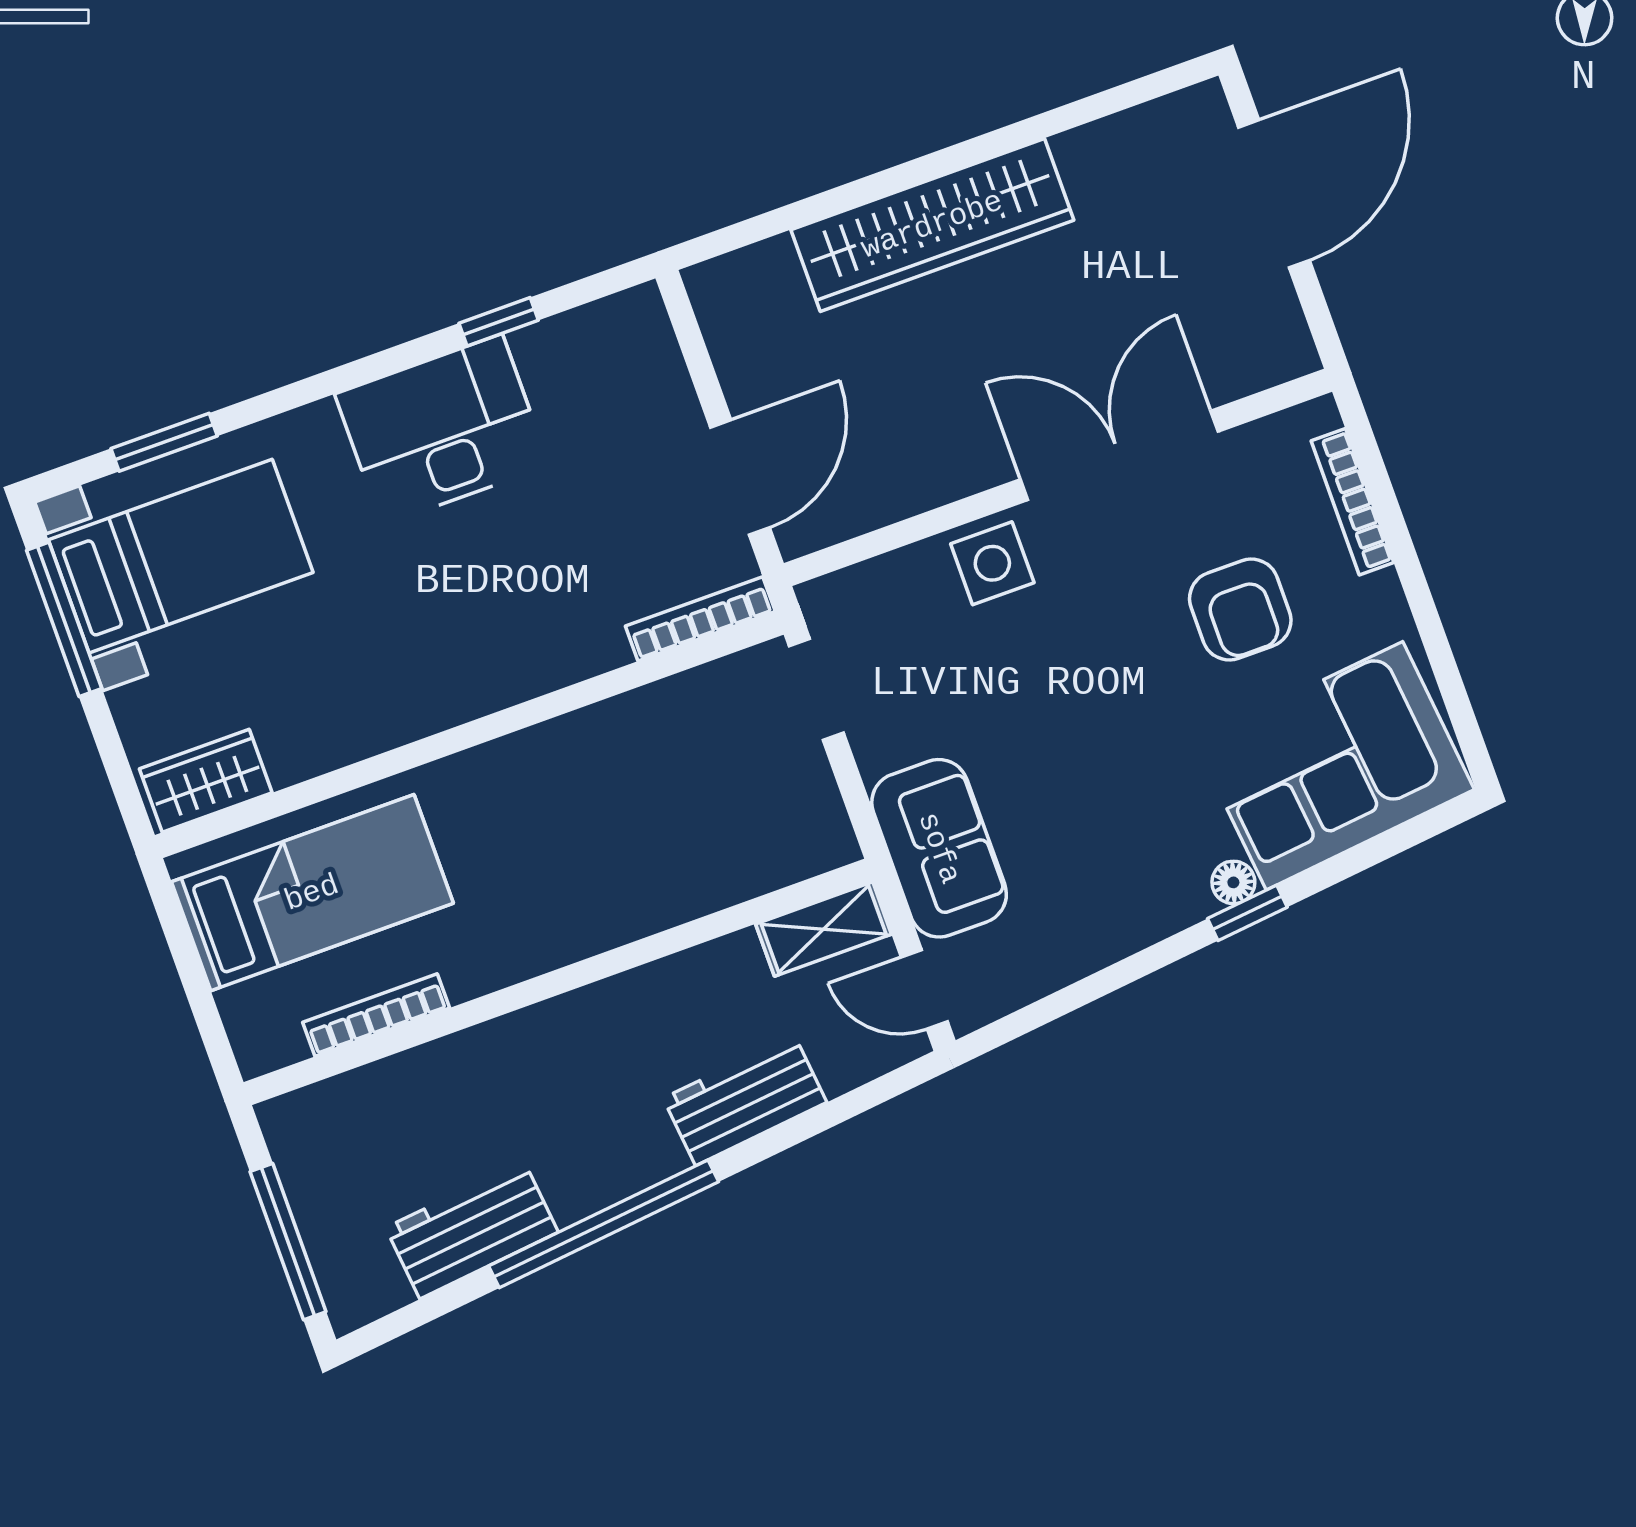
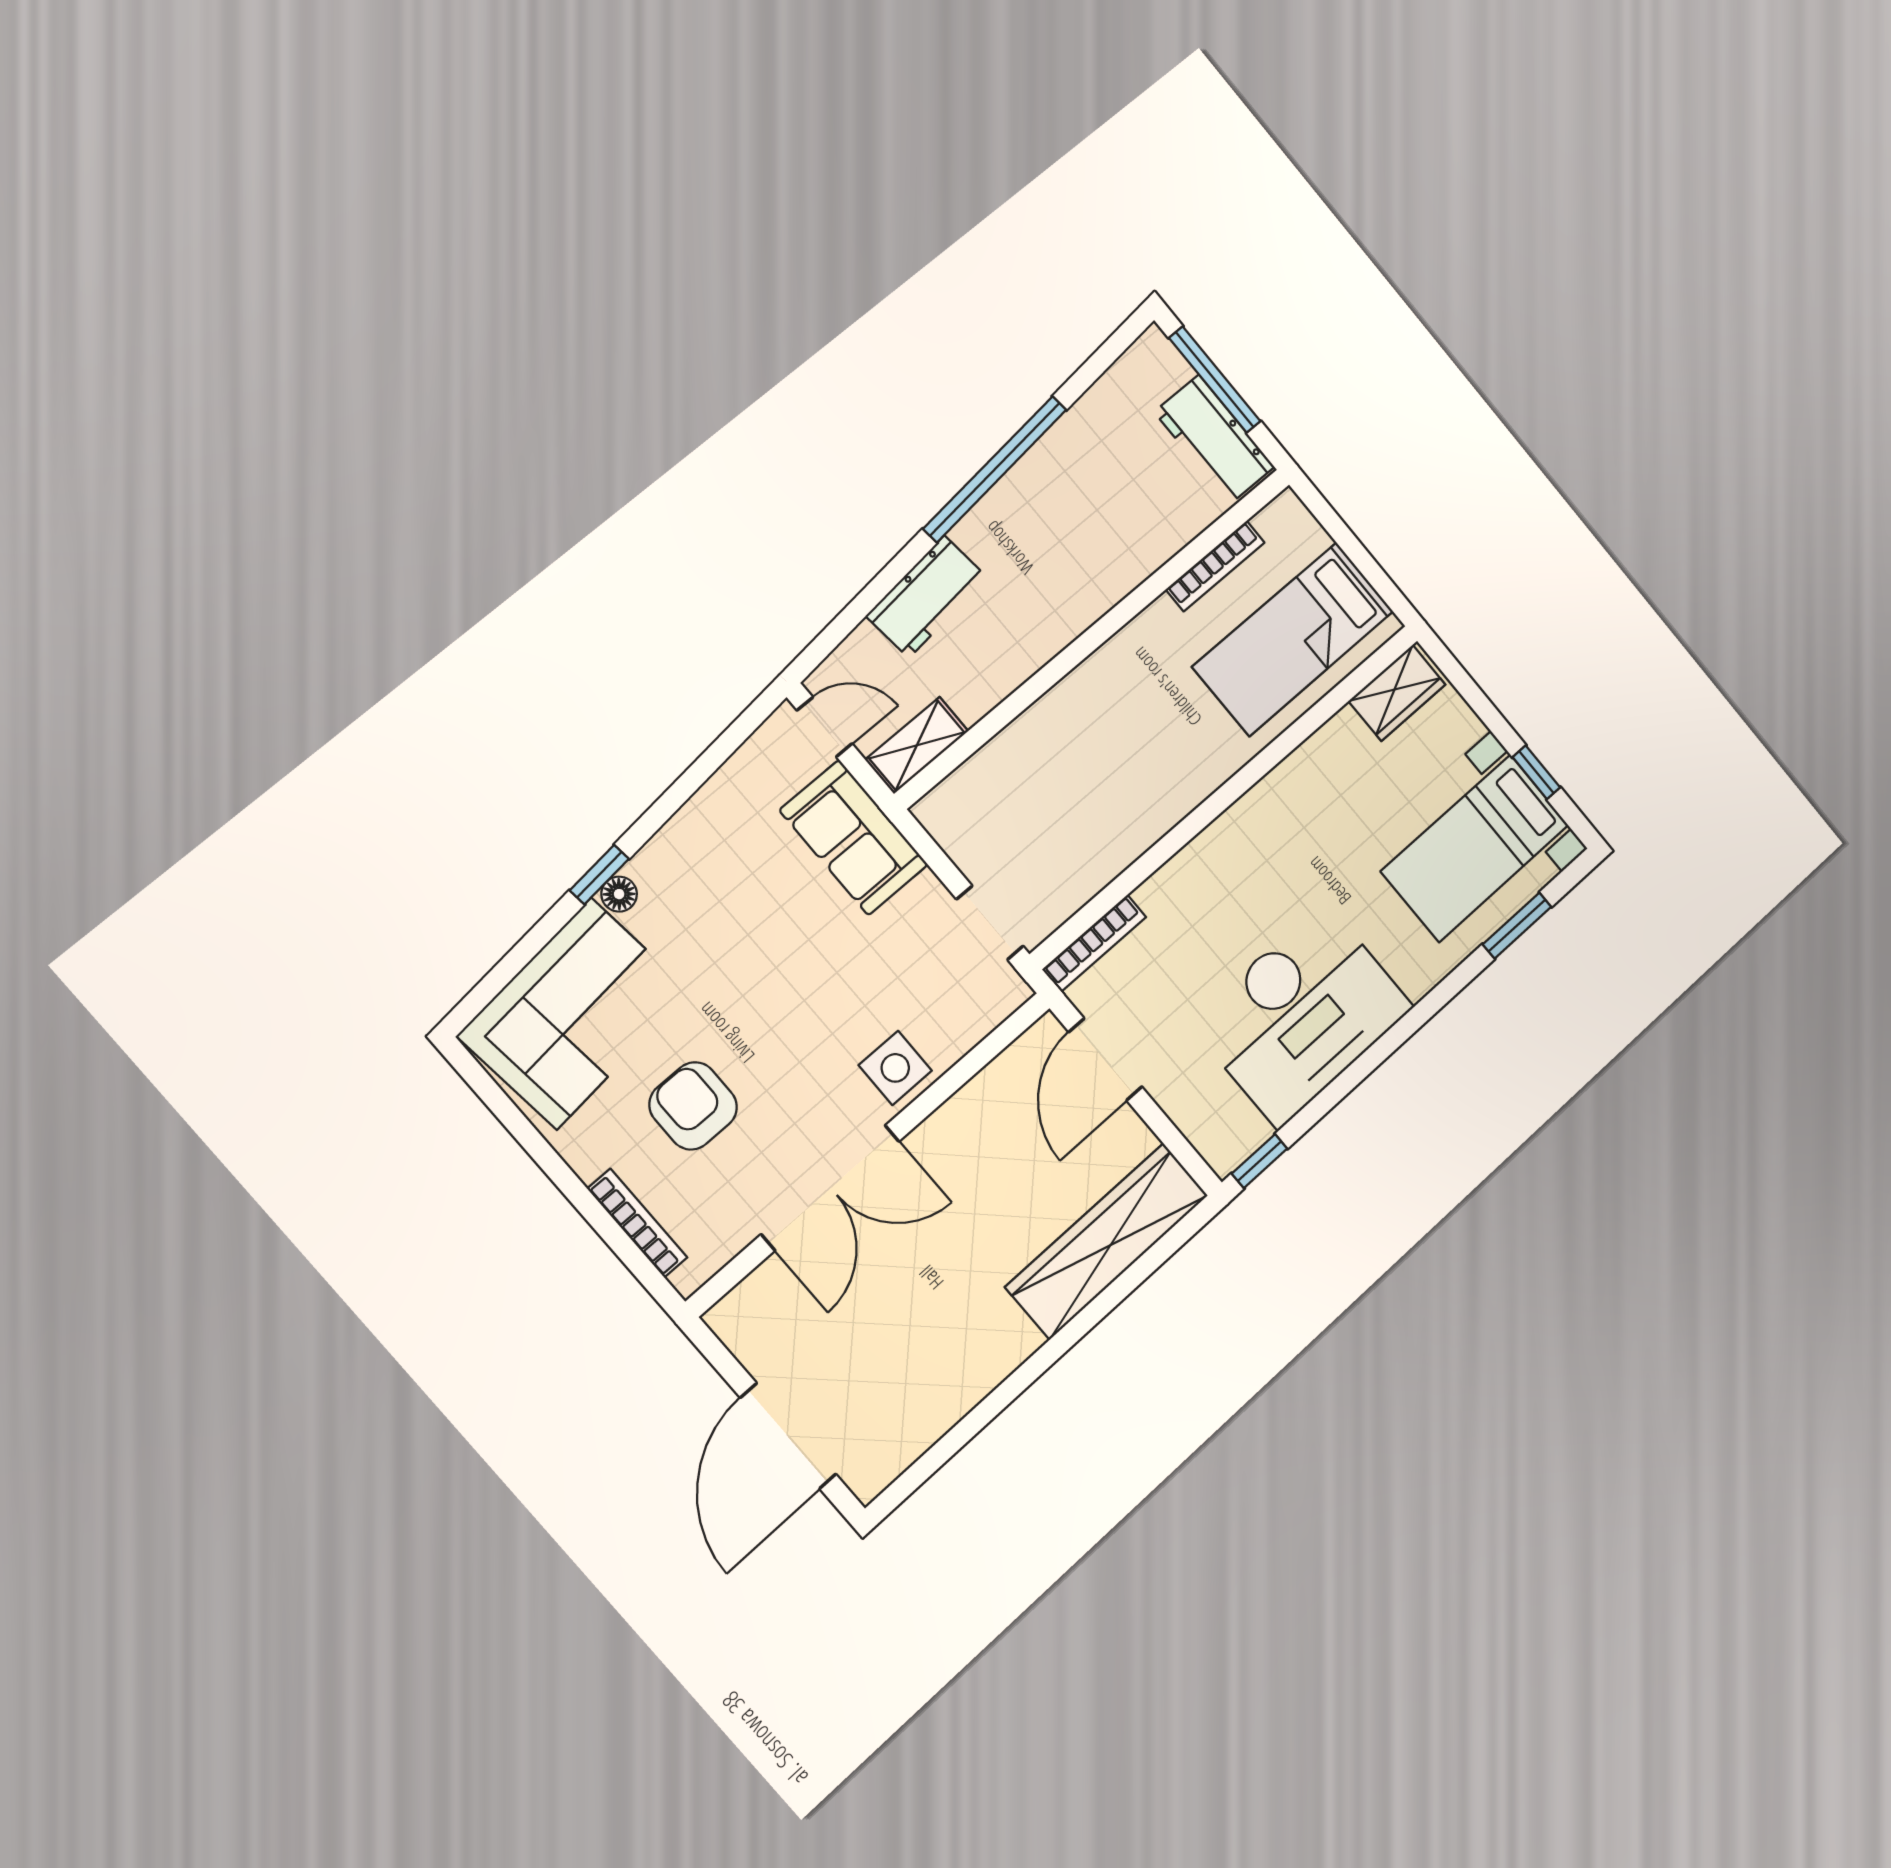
wardrobe: (932, 225) -> (1107, 1241), moved
window: (499, 322) -> (1260, 1161), moved
desk: (442, 430) -> (1301, 1015), width x1.36, depth x1.30
window: (64, 619) -> (1536, 772), width x0.46
workbench: (472, 1230) -> (1214, 439), moved, turned 96

